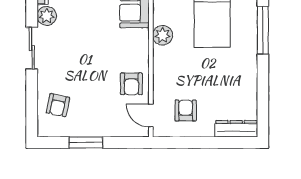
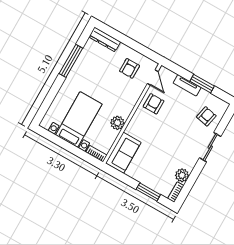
window: (263, 30) -> (71, 61), moved
sliding door: (32, 48) -> (210, 147), moved
tv unit: (103, 130) -> (187, 85), added

